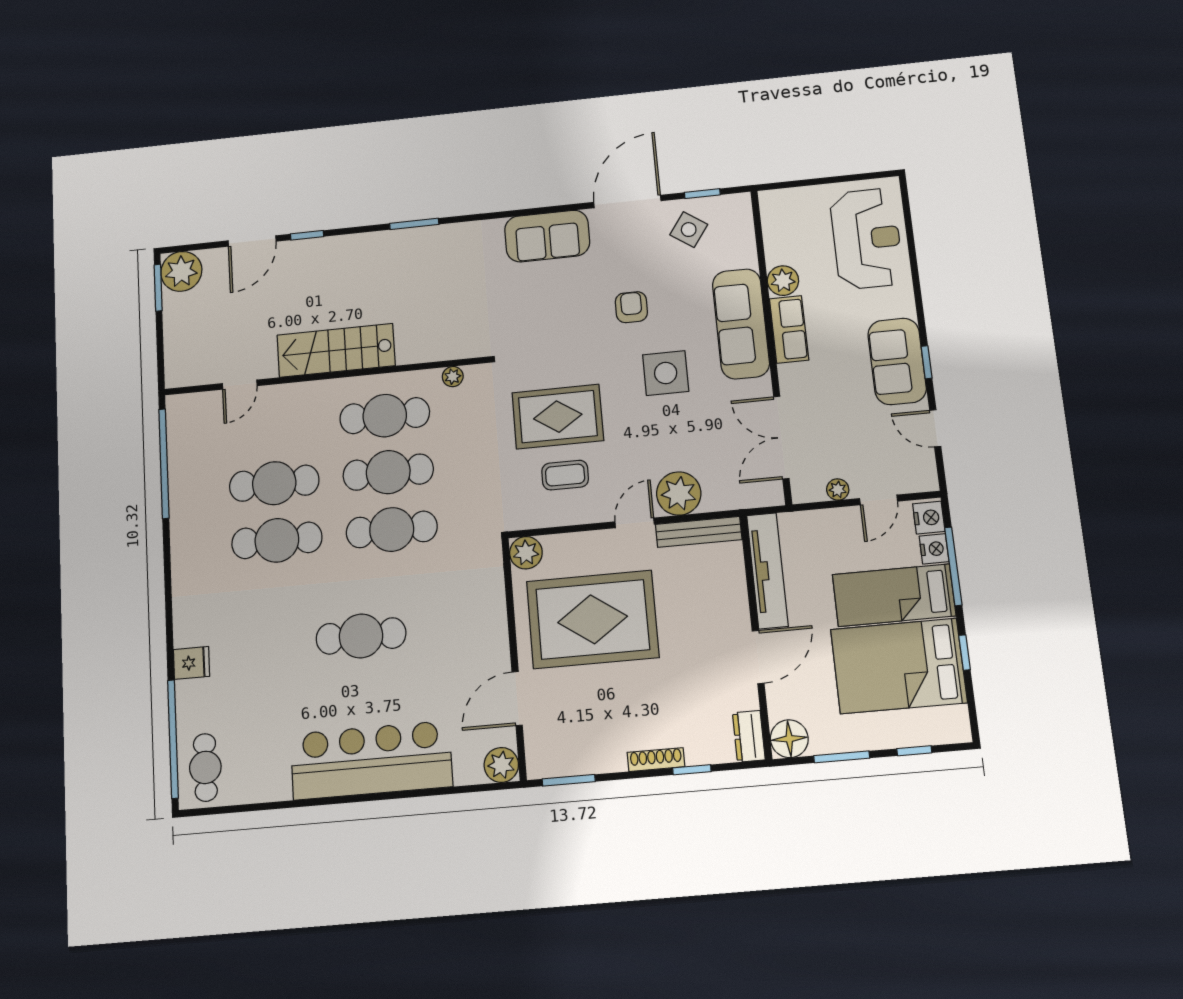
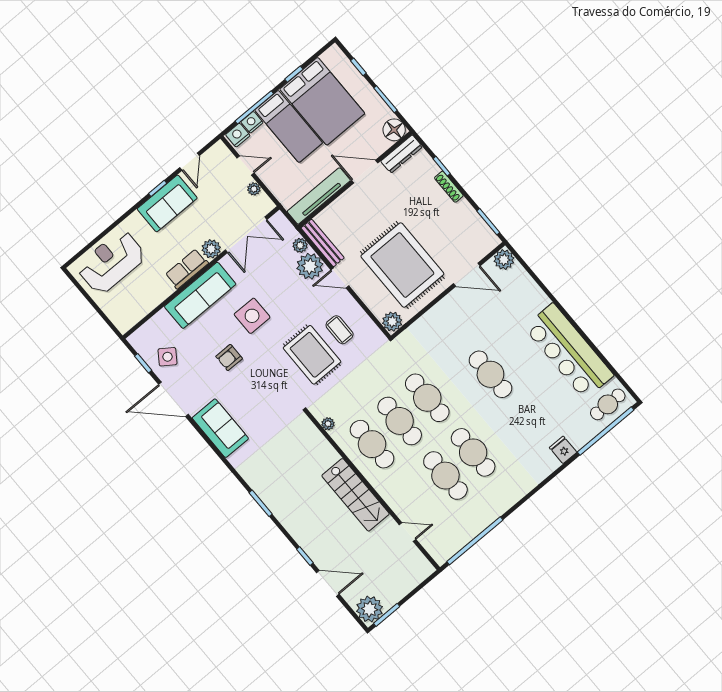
plant: (783, 281) -> (211, 249), moved
plant: (716, 500) -> (300, 245), added
dresser: (749, 736) -> (402, 154), width x1.44
bar counter: (371, 760) -> (569, 351), moved

